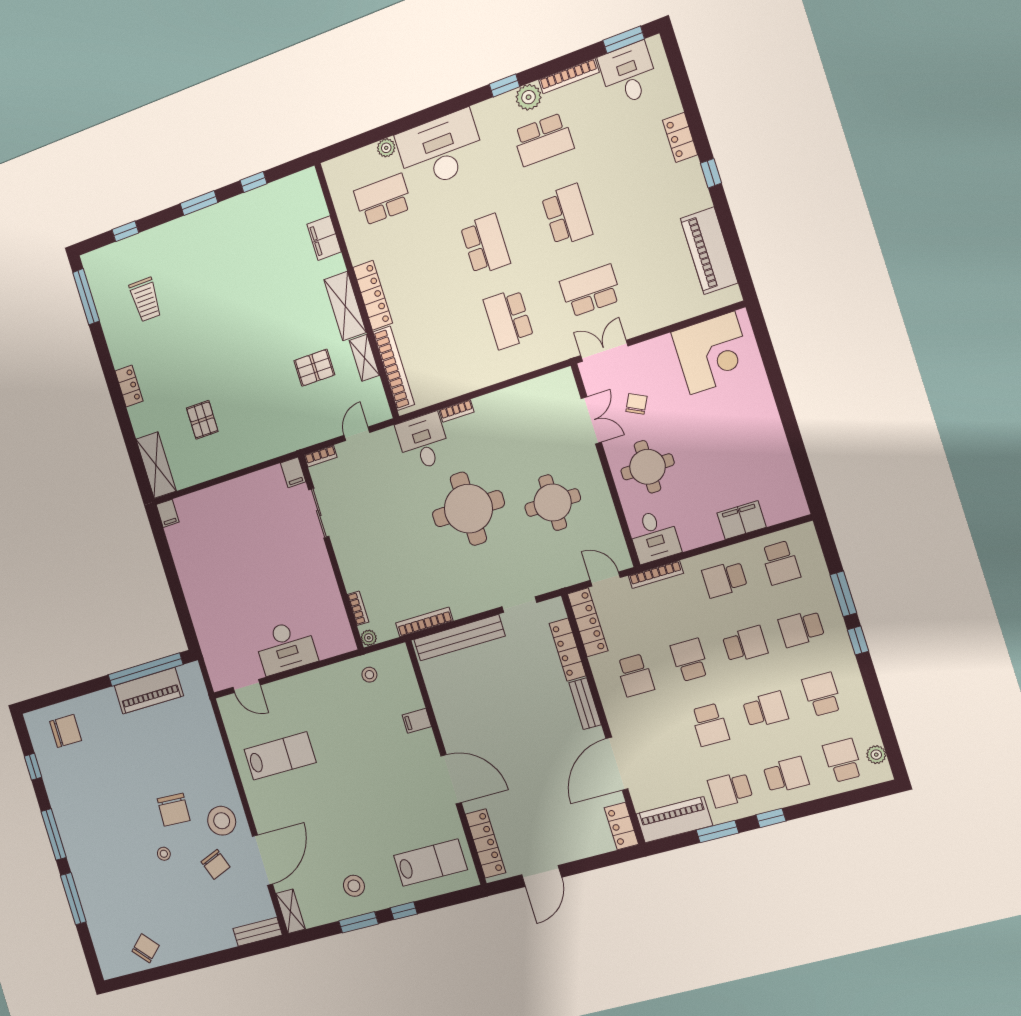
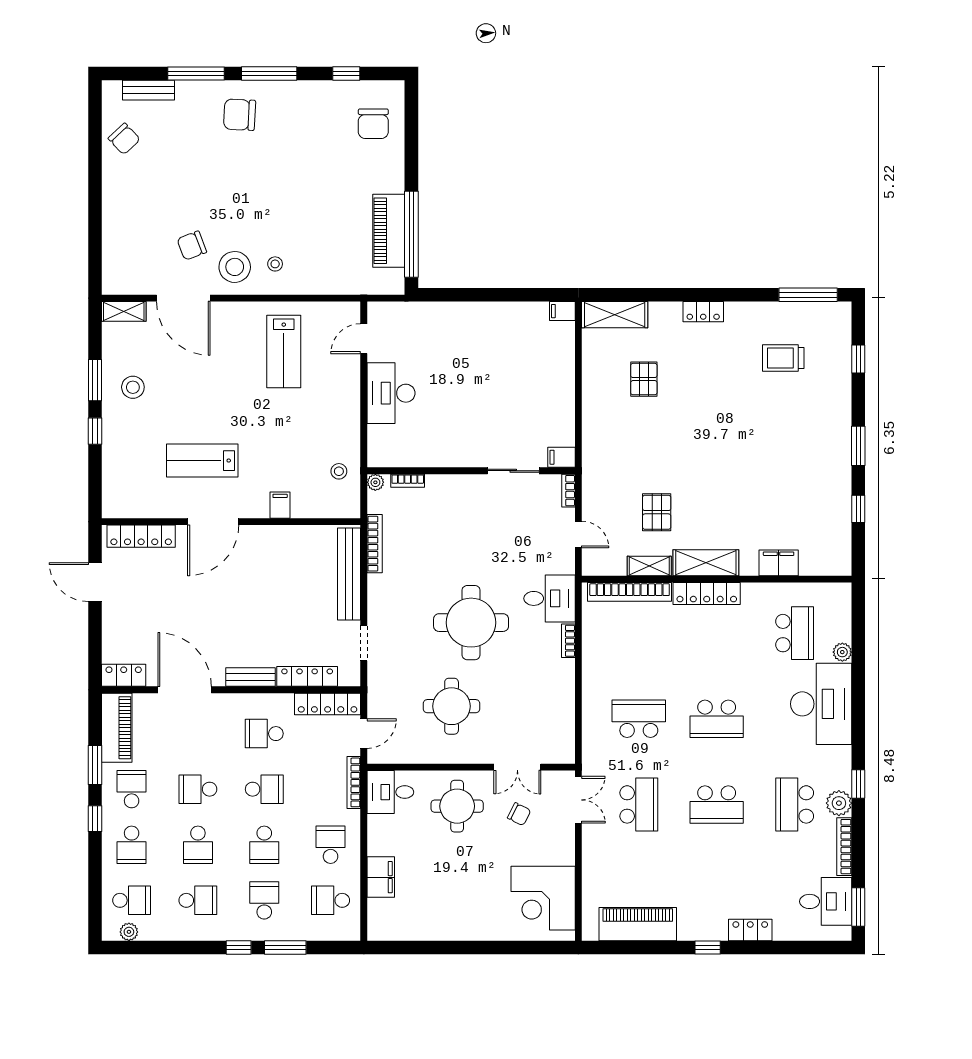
pallet: (202, 420) -> (644, 379), turned 90
chair: (174, 810) -> (240, 115), moved
stool: (164, 854) -> (275, 264), moved
lab bench: (430, 863) -> (202, 461), moved, turned 90
bench: (258, 932) -> (149, 90), moved, turned 90

